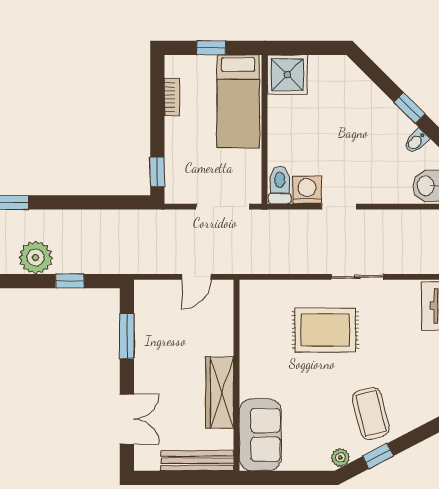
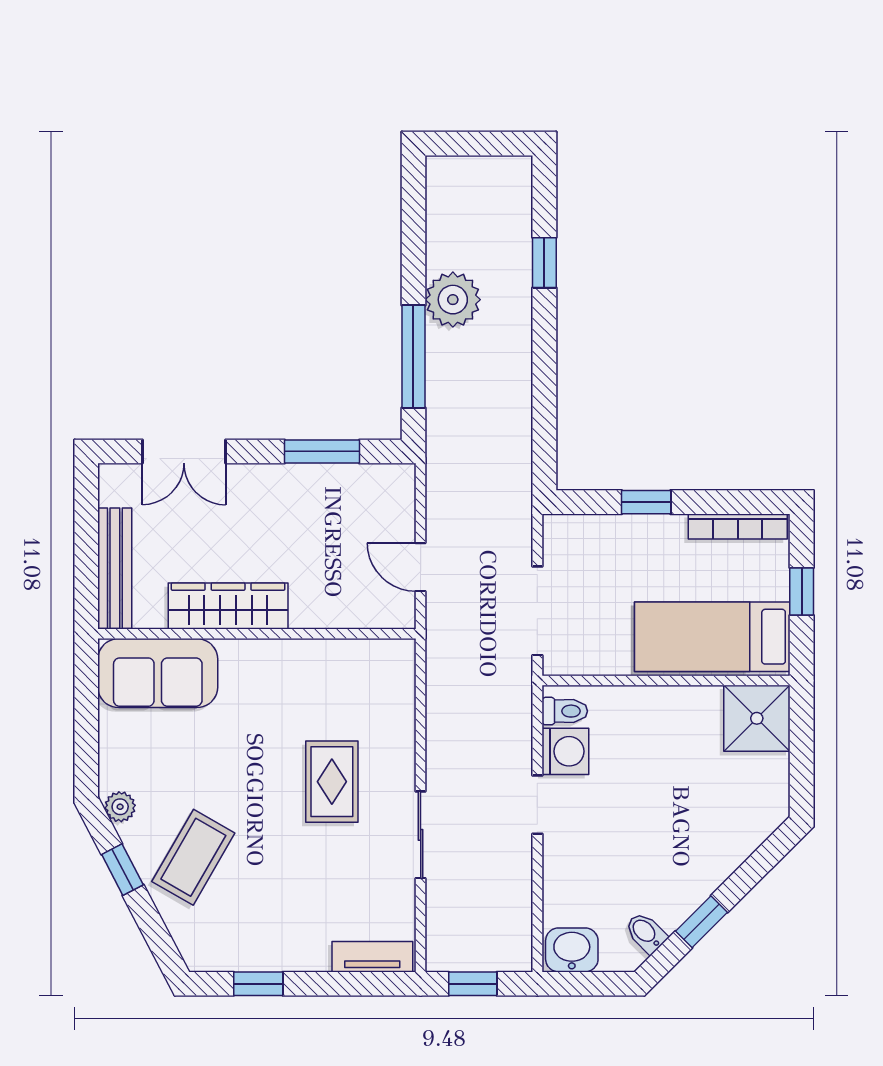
bookcase: (172, 97) -> (738, 526), width x1.56
window: (157, 172) -> (646, 502), moved
toilet: (280, 185) -> (565, 711), width x0.73, depth x0.72
window: (70, 281) -> (413, 356), width x2.17
rug: (325, 330) -> (332, 782), width x0.73, depth x0.70
coffee table: (371, 413) -> (193, 857), turned -46

